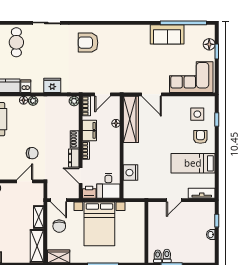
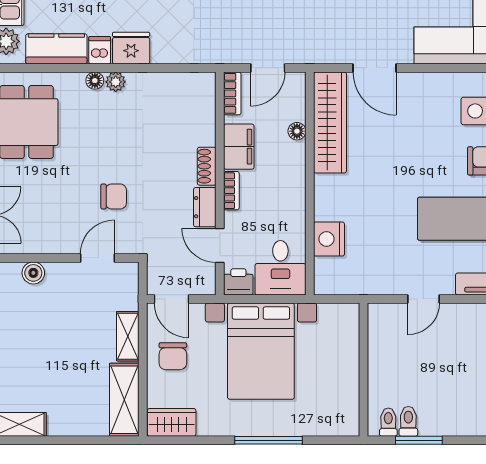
fridge: (52, 85) -> (131, 48), moved
plant: (74, 101) -> (205, 82), removed

